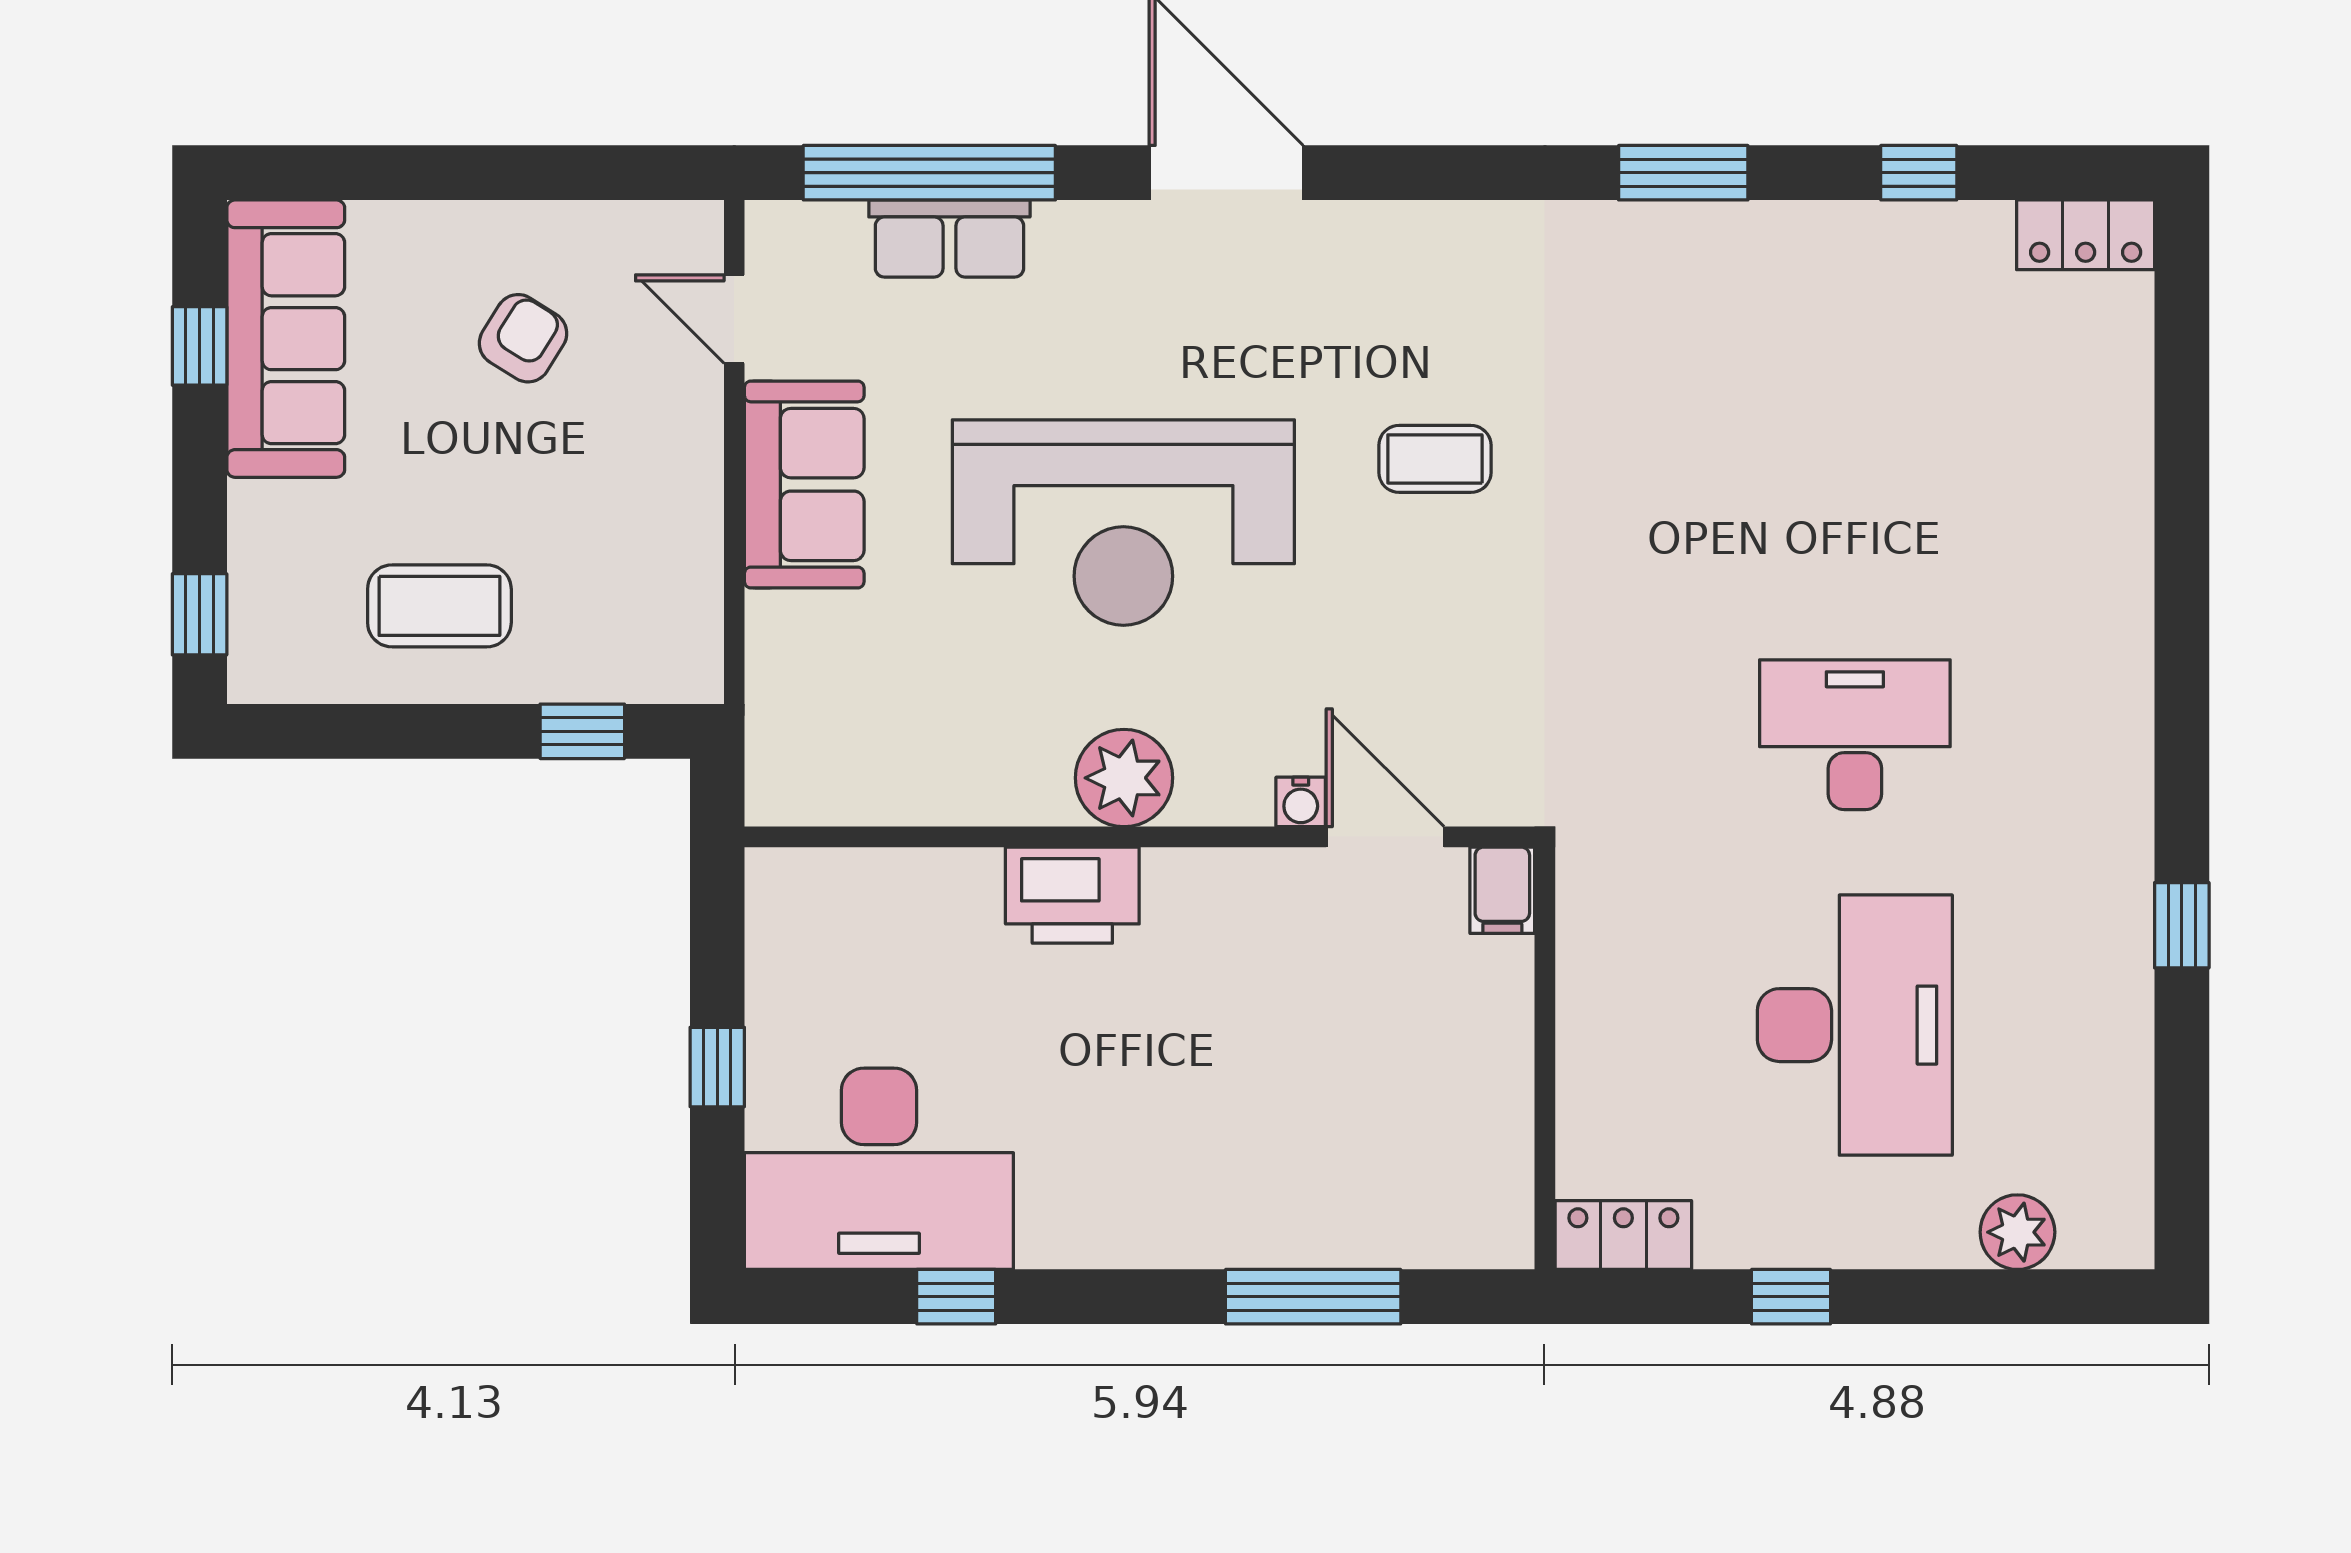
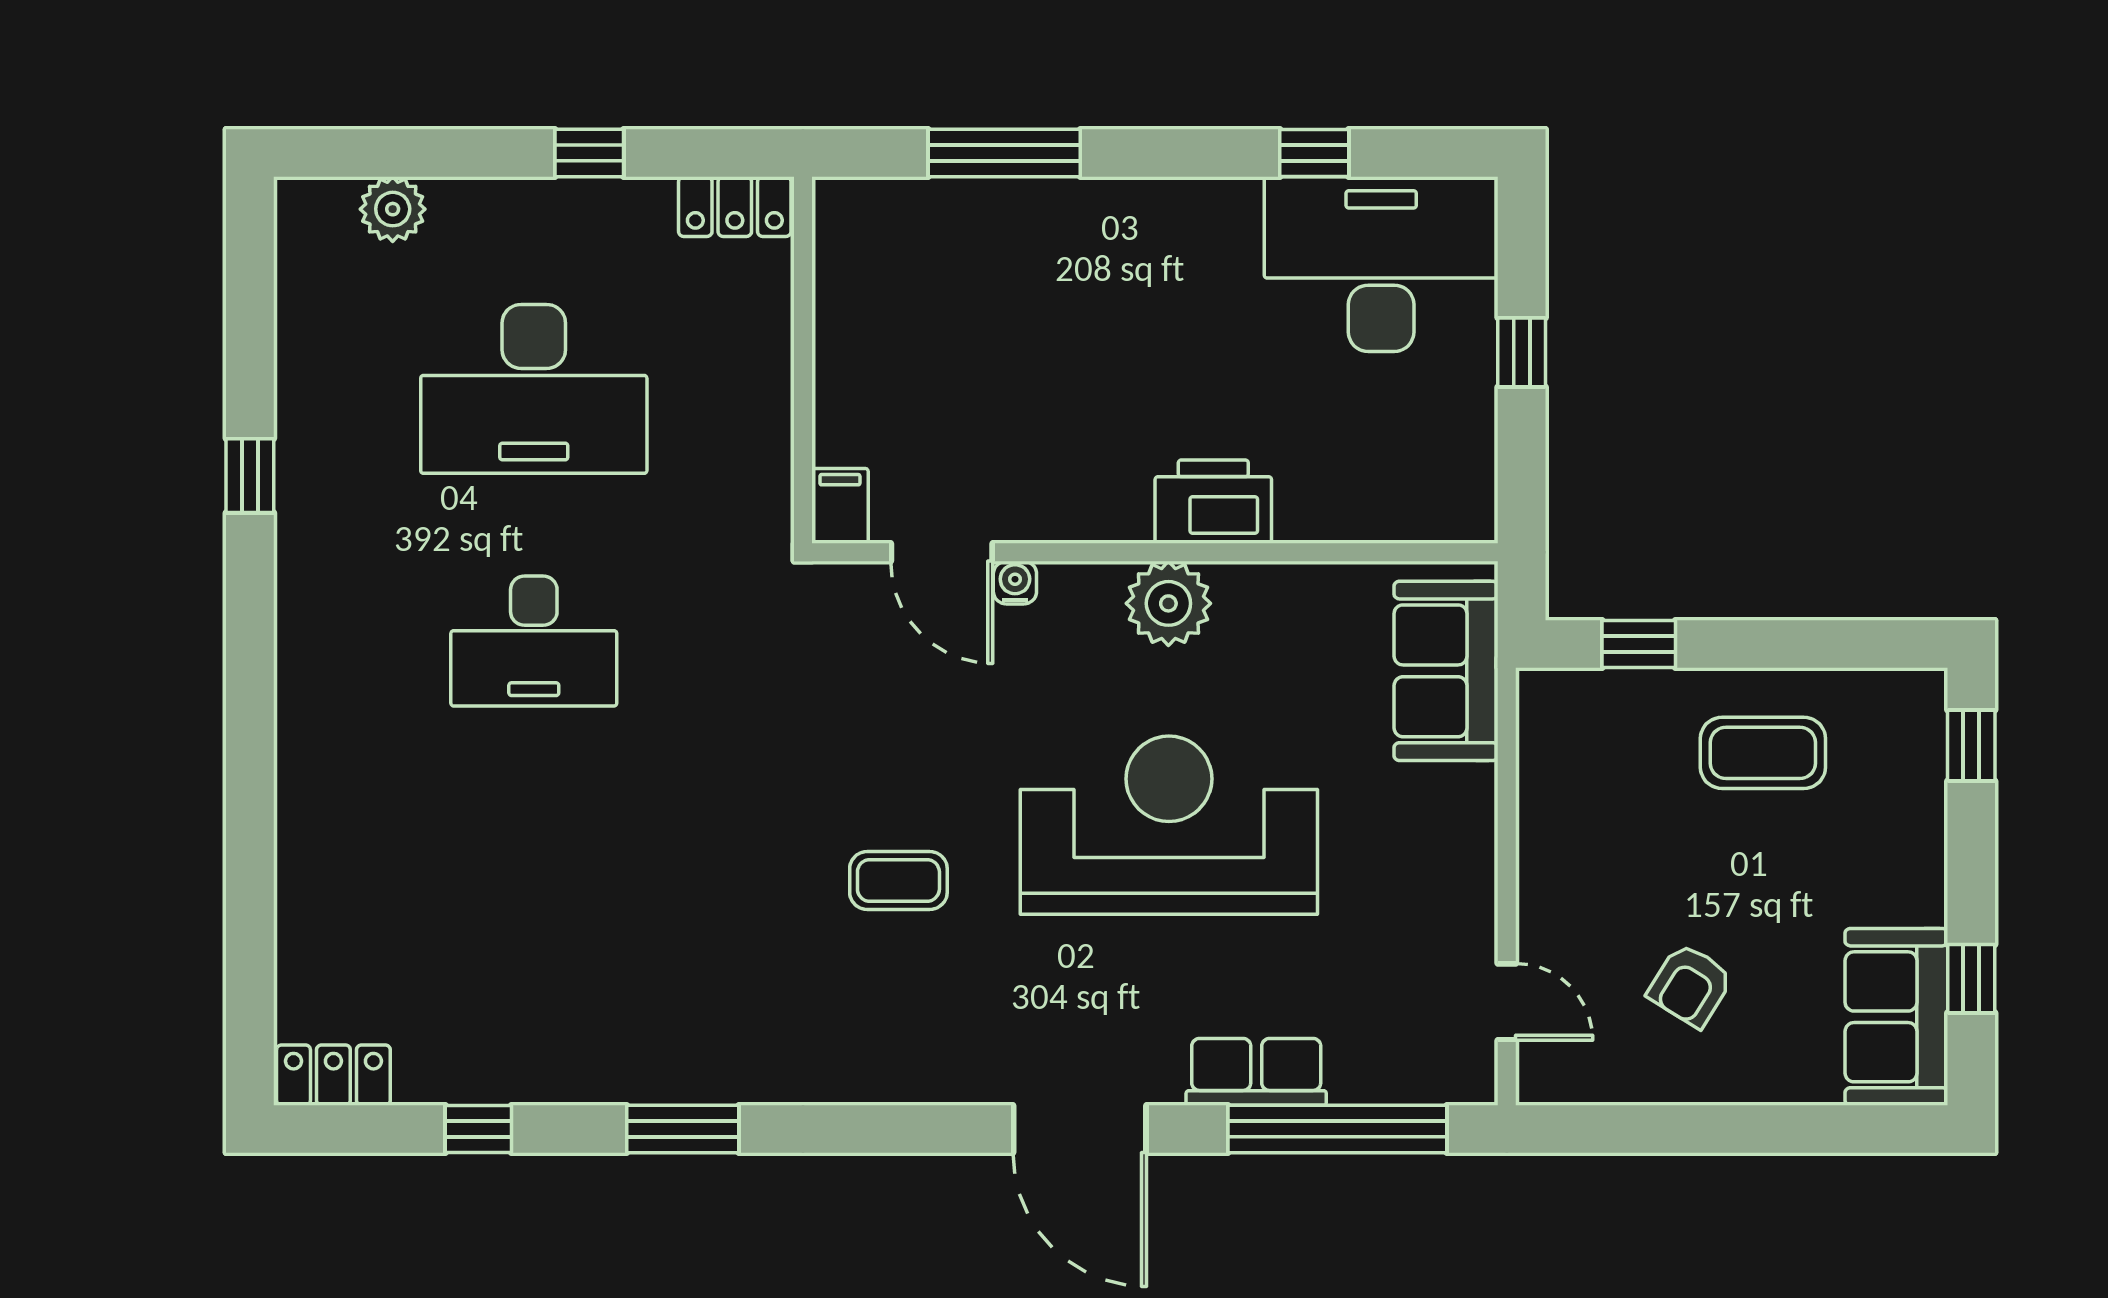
row of seats: (949, 239) -> (1256, 1072), moved
sofa: (286, 339) -> (1896, 1017), width x0.73
sofa: (804, 484) -> (1446, 671), moved
desk: (1855, 1025) -> (534, 389), turned -90

